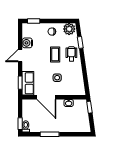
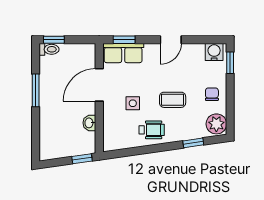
water cooler: (27, 43) -> (214, 52), moved
wheelchair: (71, 54) -> (152, 130), moved
door: (20, 56) -> (171, 40), swing flipped

